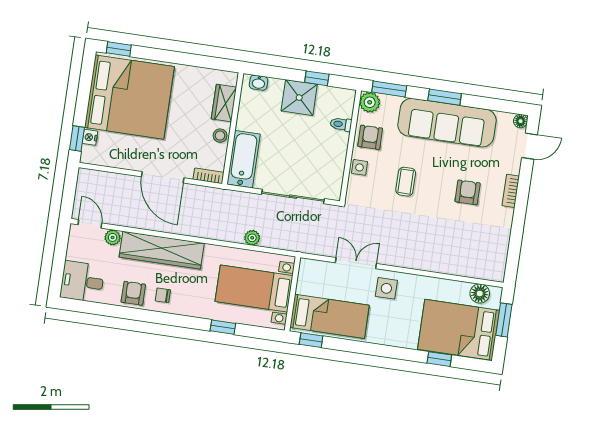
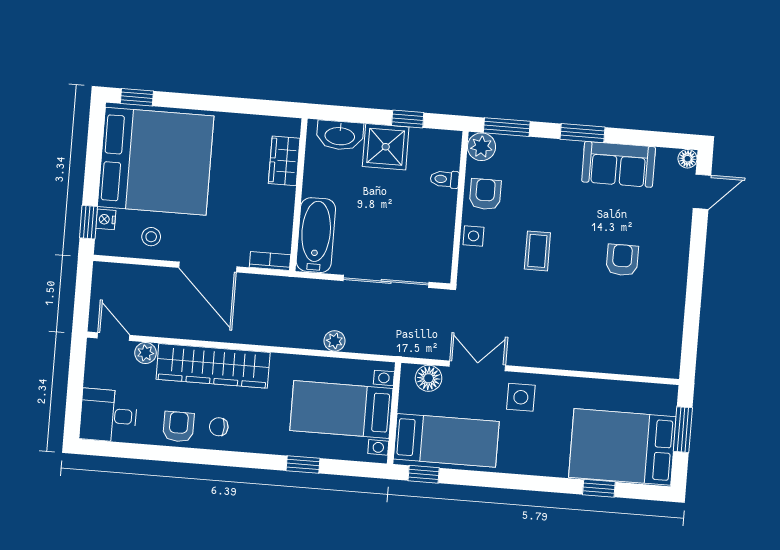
washbasin: (259, 83) -> (340, 135), width x1.91, depth x1.45
sofa: (447, 123) -> (619, 164), width x0.54, depth x0.79
stool: (220, 136) -> (151, 237), moved
bookcase: (511, 191) -> (681, 254), removed
floor lamp: (480, 294) -> (429, 378), moved

